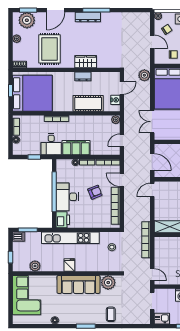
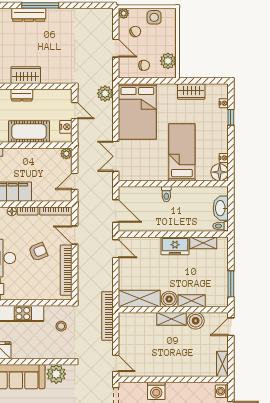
door: (122, 88) -> (75, 111), hinge flipped
door: (152, 190) -> (116, 249), swing flipped

